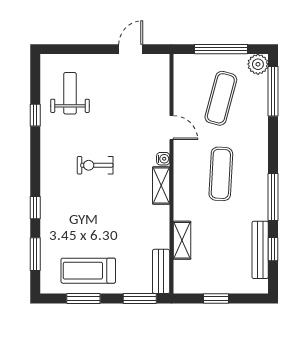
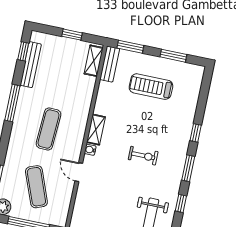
exercise mat: (221, 98) -> (36, 187), turned -36
shelving: (182, 240) -> (94, 61), moved
window: (273, 249) -> (23, 51), moved
window: (35, 254) -> (188, 168), moved
treadmill: (88, 271) -> (151, 87), moved, turned 180

